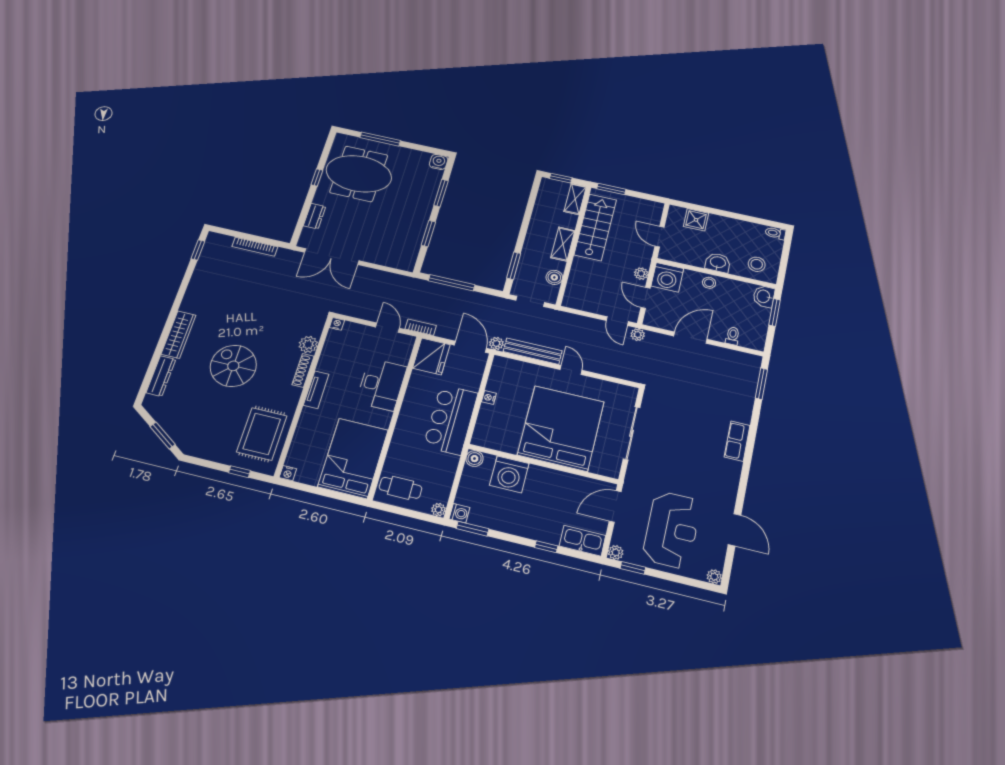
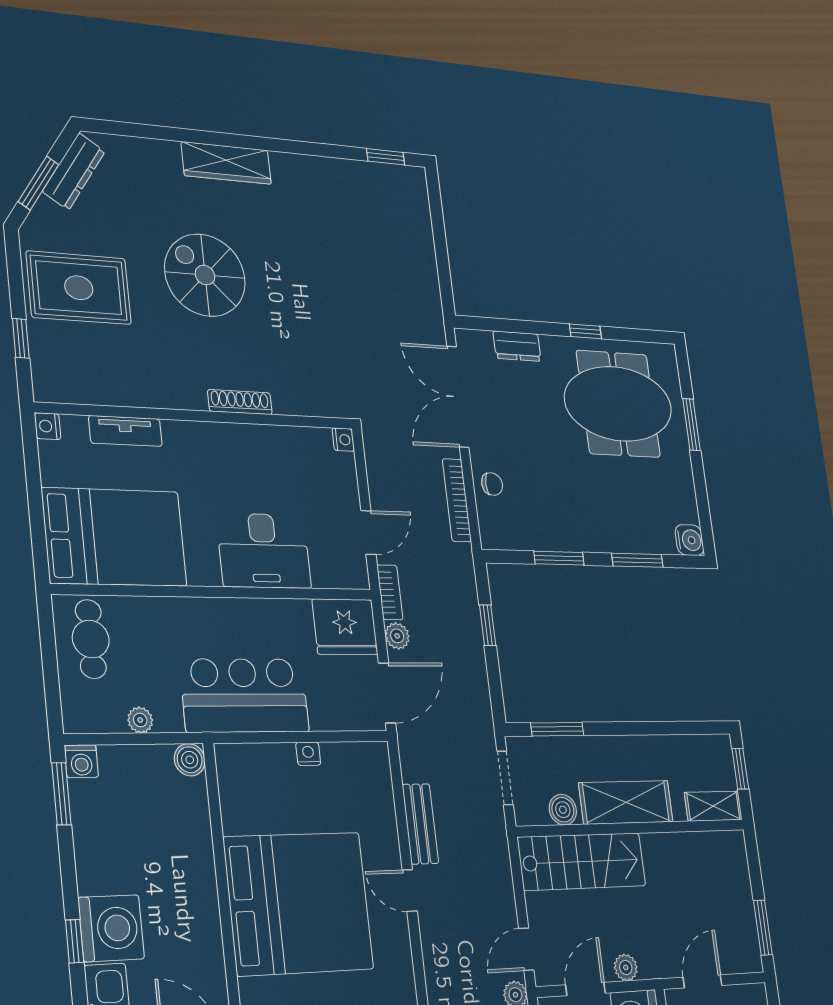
window: (380, 139) -> (691, 425), width x0.69
meeting table: (359, 174) -> (618, 404), turned 90
window: (611, 189) -> (763, 928), moved
stairs: (595, 227) -> (582, 862), moved
shelving: (563, 244) -> (626, 802), width x1.50, depth x1.33
bookcase: (255, 247) -> (457, 500), moved
chair: (381, 255) -> (492, 484), added
window: (451, 283) -> (488, 625), width x0.46
plant: (496, 343) -> (397, 636), moved
plant: (308, 344) -> (289, 398), removed
bench: (533, 351) -> (420, 824), width x0.73
spiral stairs: (233, 366) -> (205, 275), turned -90
door: (571, 370) -> (410, 891), swing flipped
dresser: (161, 376) -> (74, 171), moved, turned -56
tv unit: (316, 390) -> (125, 431), moved
rug: (262, 434) -> (79, 288), moved
washing machine: (509, 474) -> (111, 928), moved, turned 180
plant: (438, 510) -> (140, 720), moved

